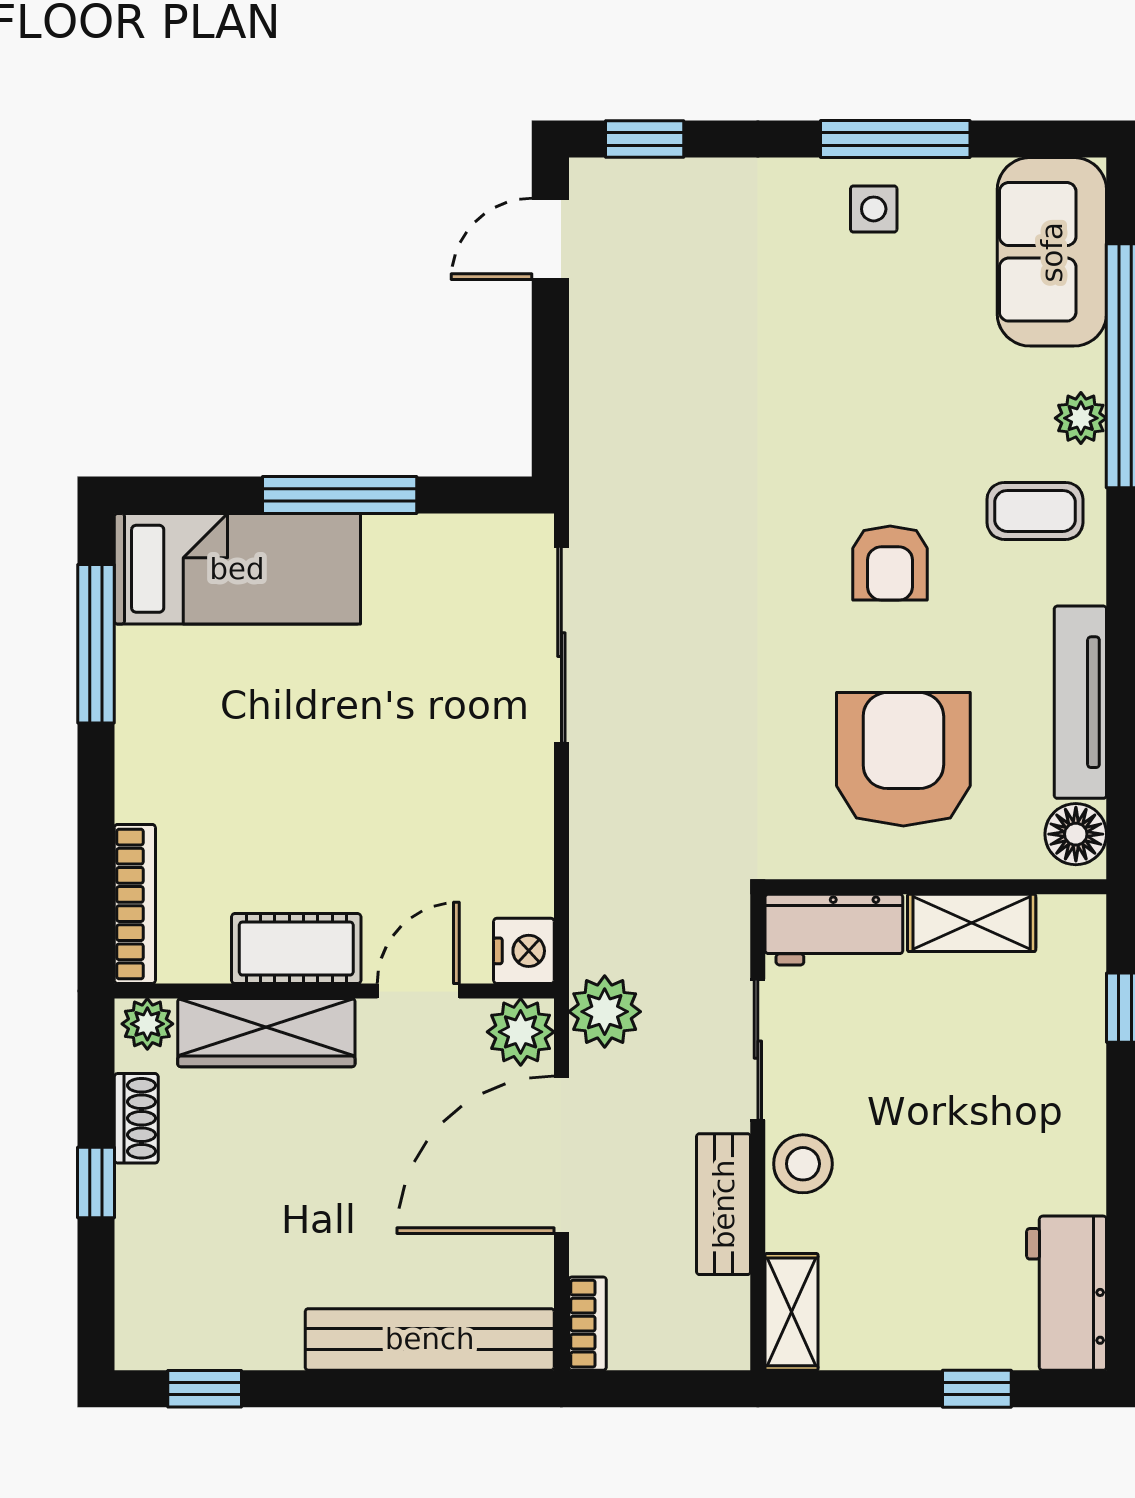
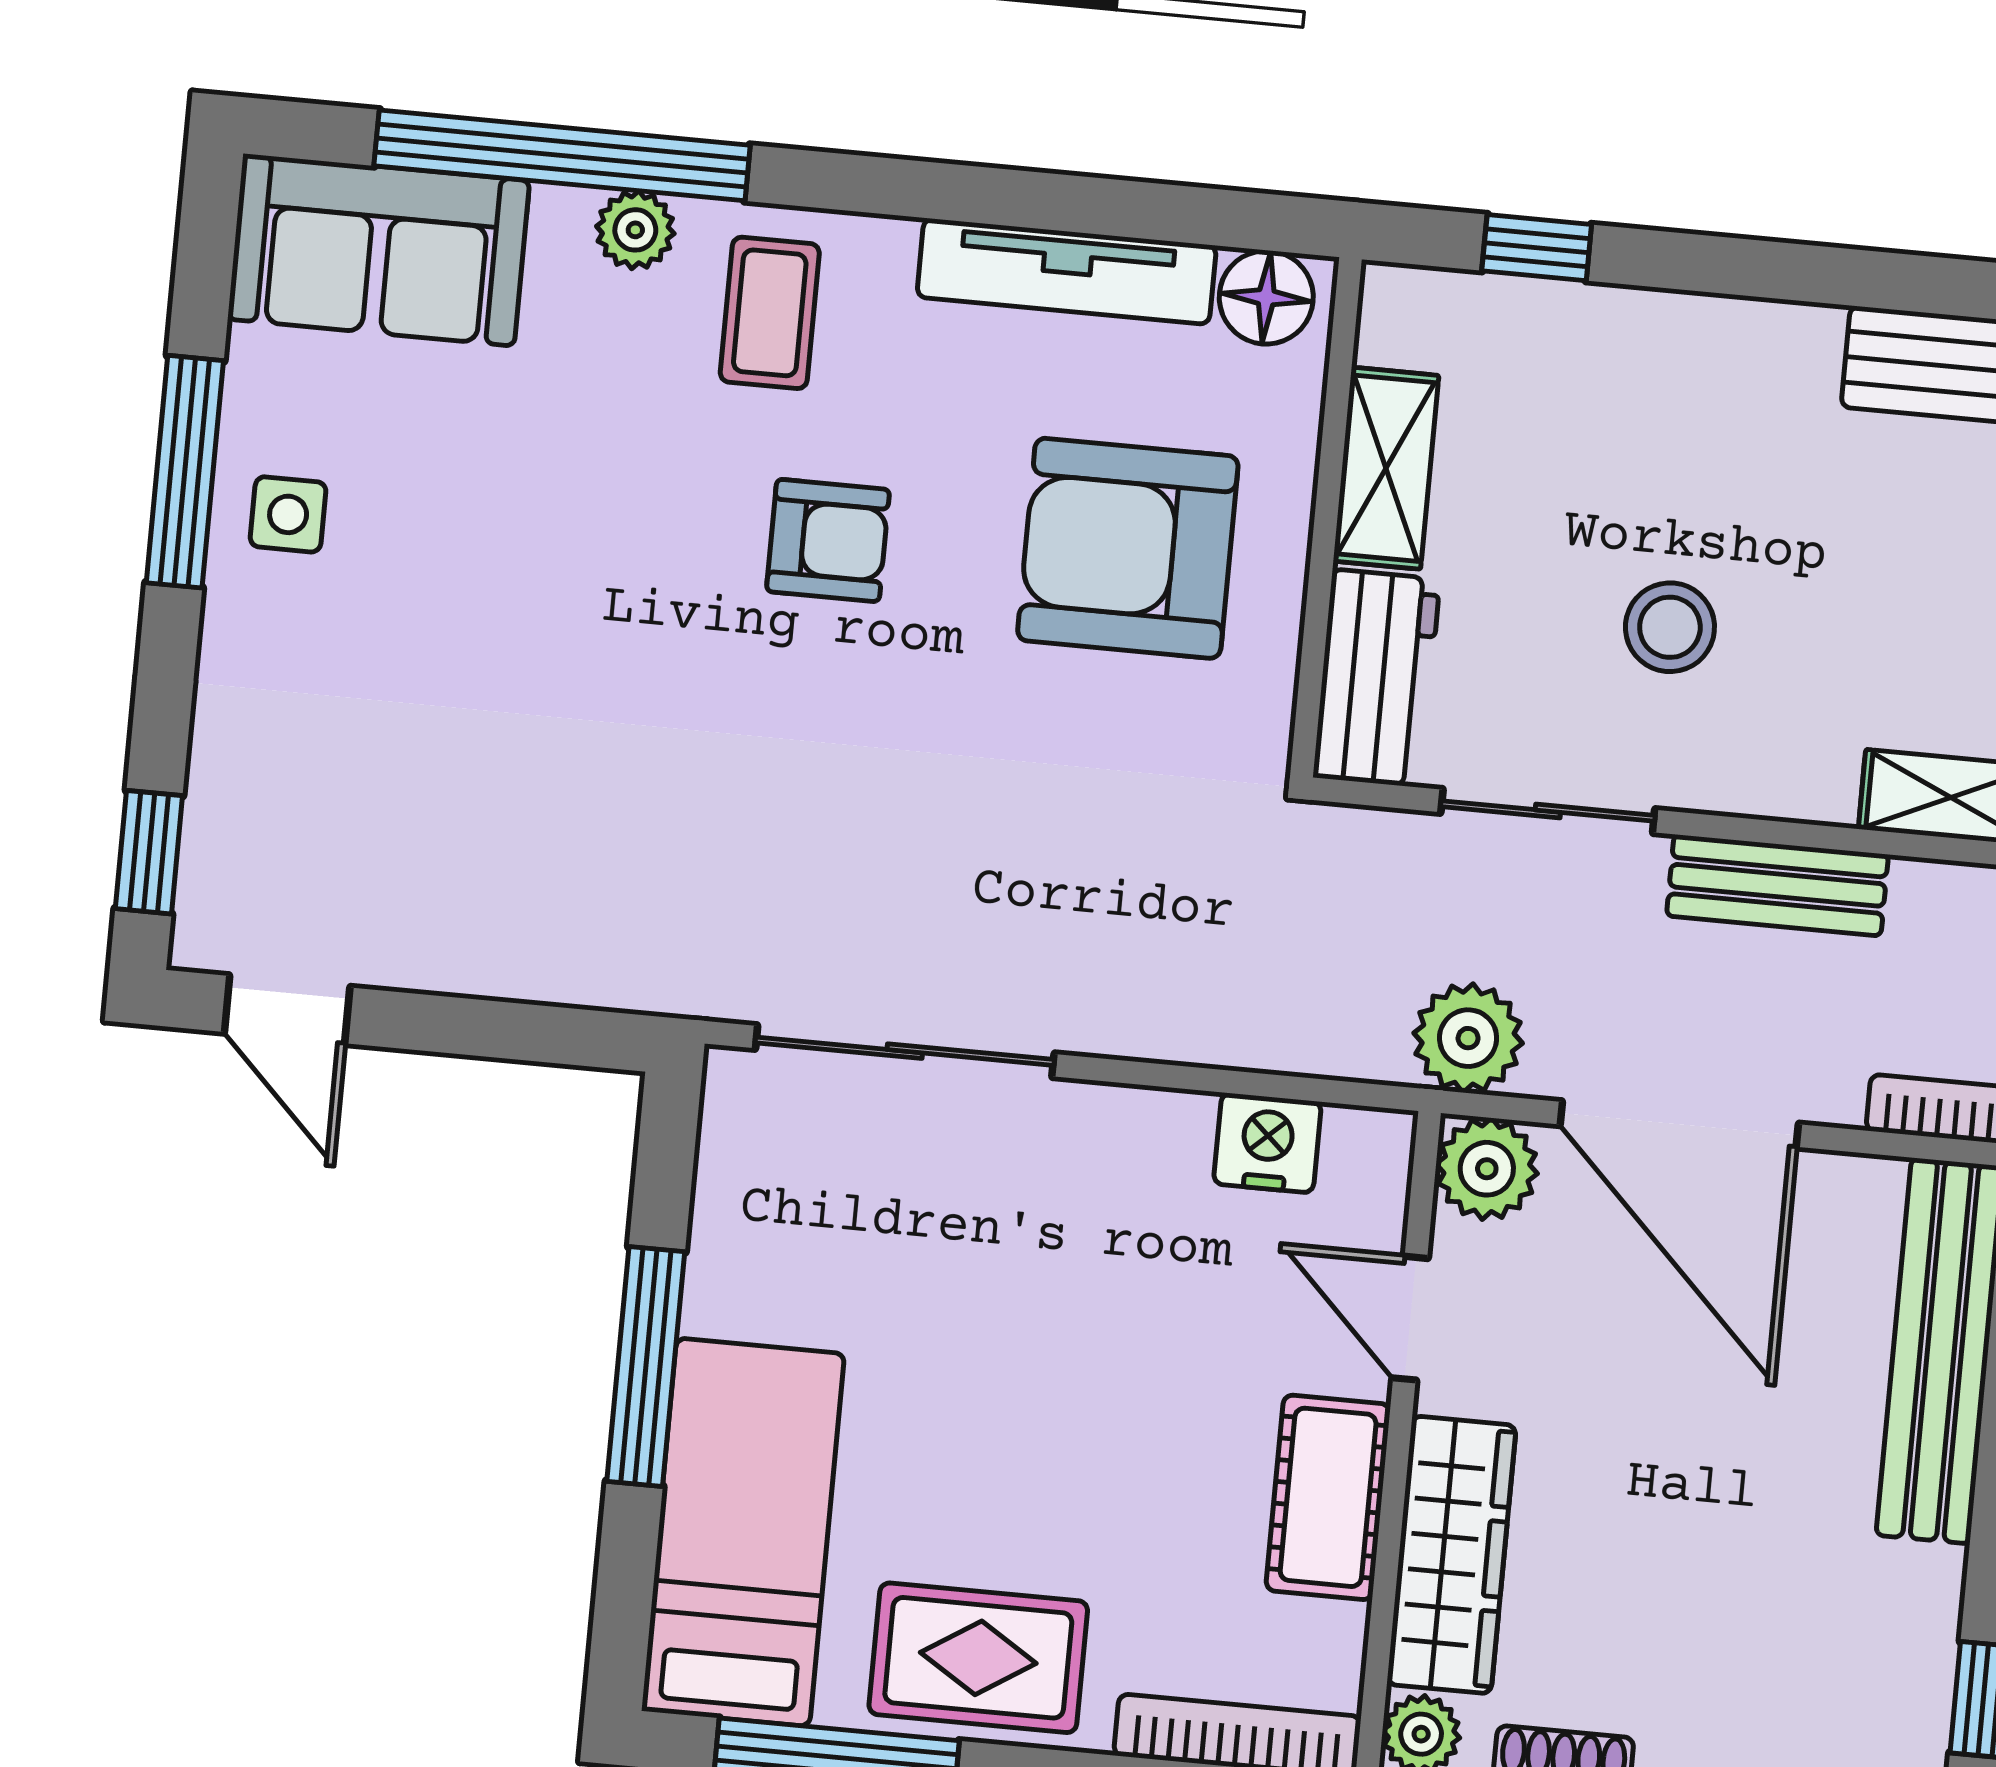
rug: (170, 730) -> (978, 1658), added
nightstand: (524, 951) -> (1267, 1143), moved
stool: (803, 1164) -> (1670, 627), moved

